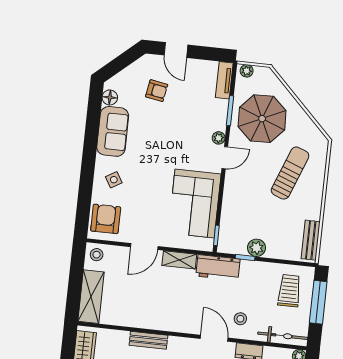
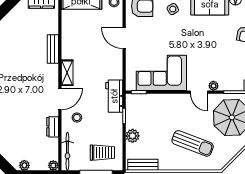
plant: (257, 248) -> (133, 136), moved
shelving: (179, 260) -> (67, 73), moved

